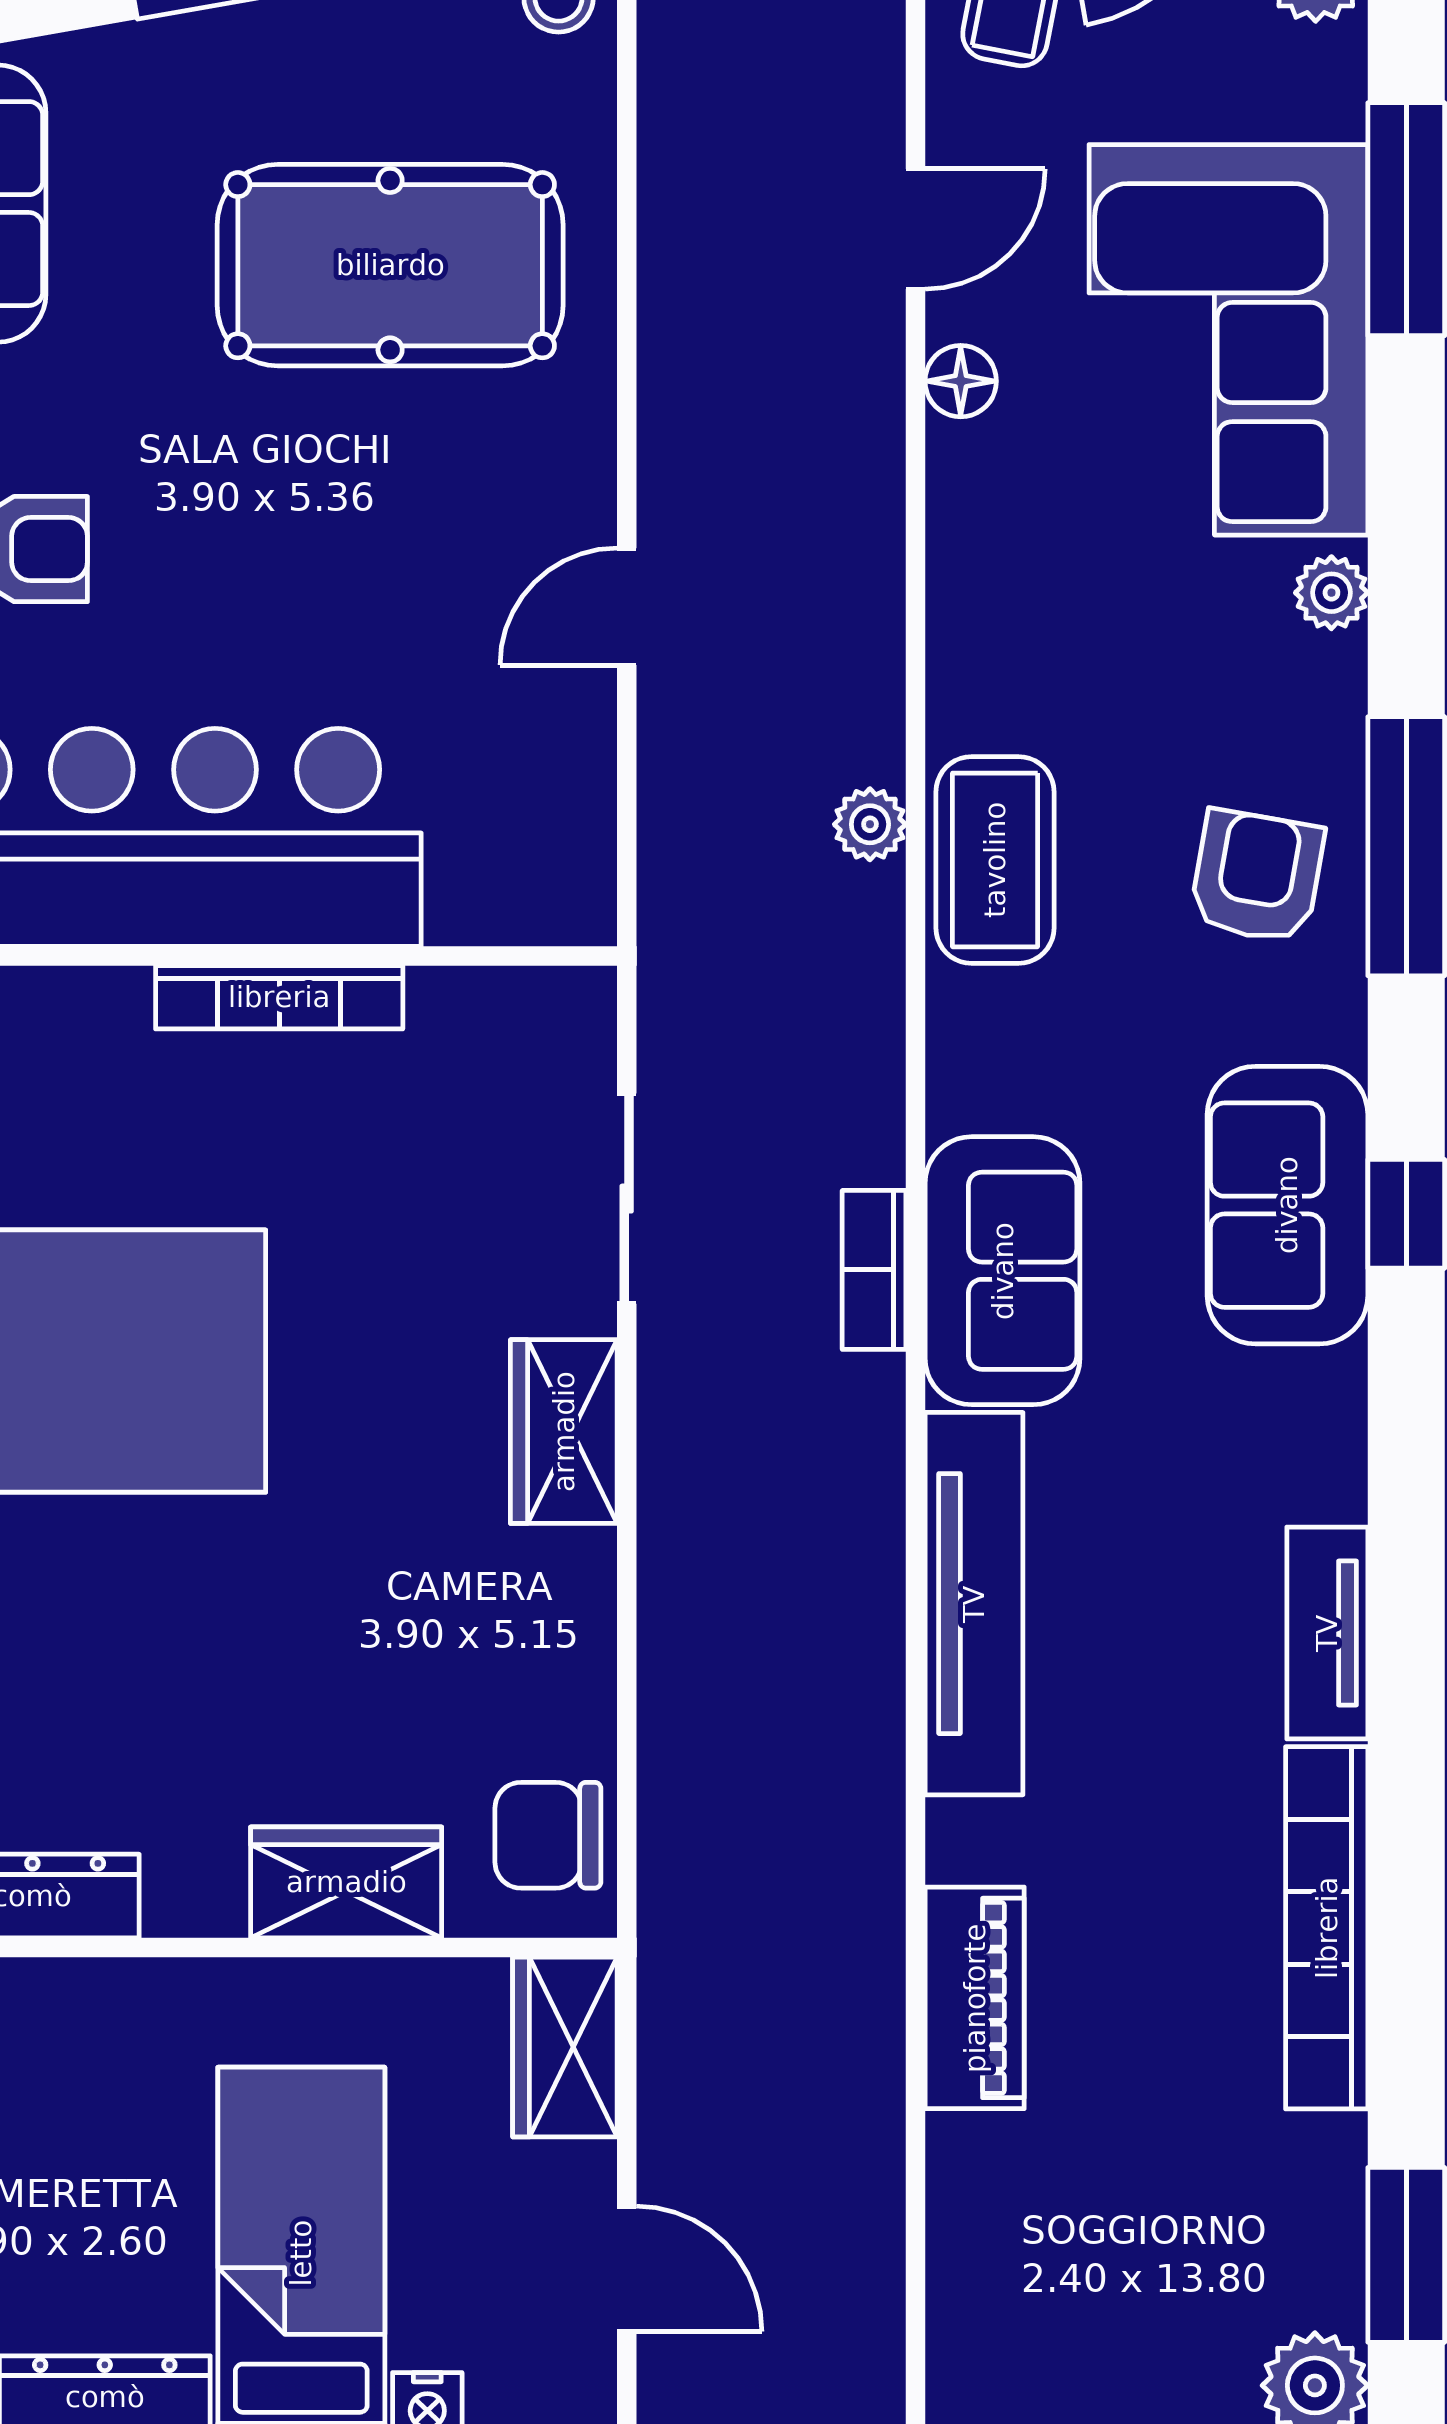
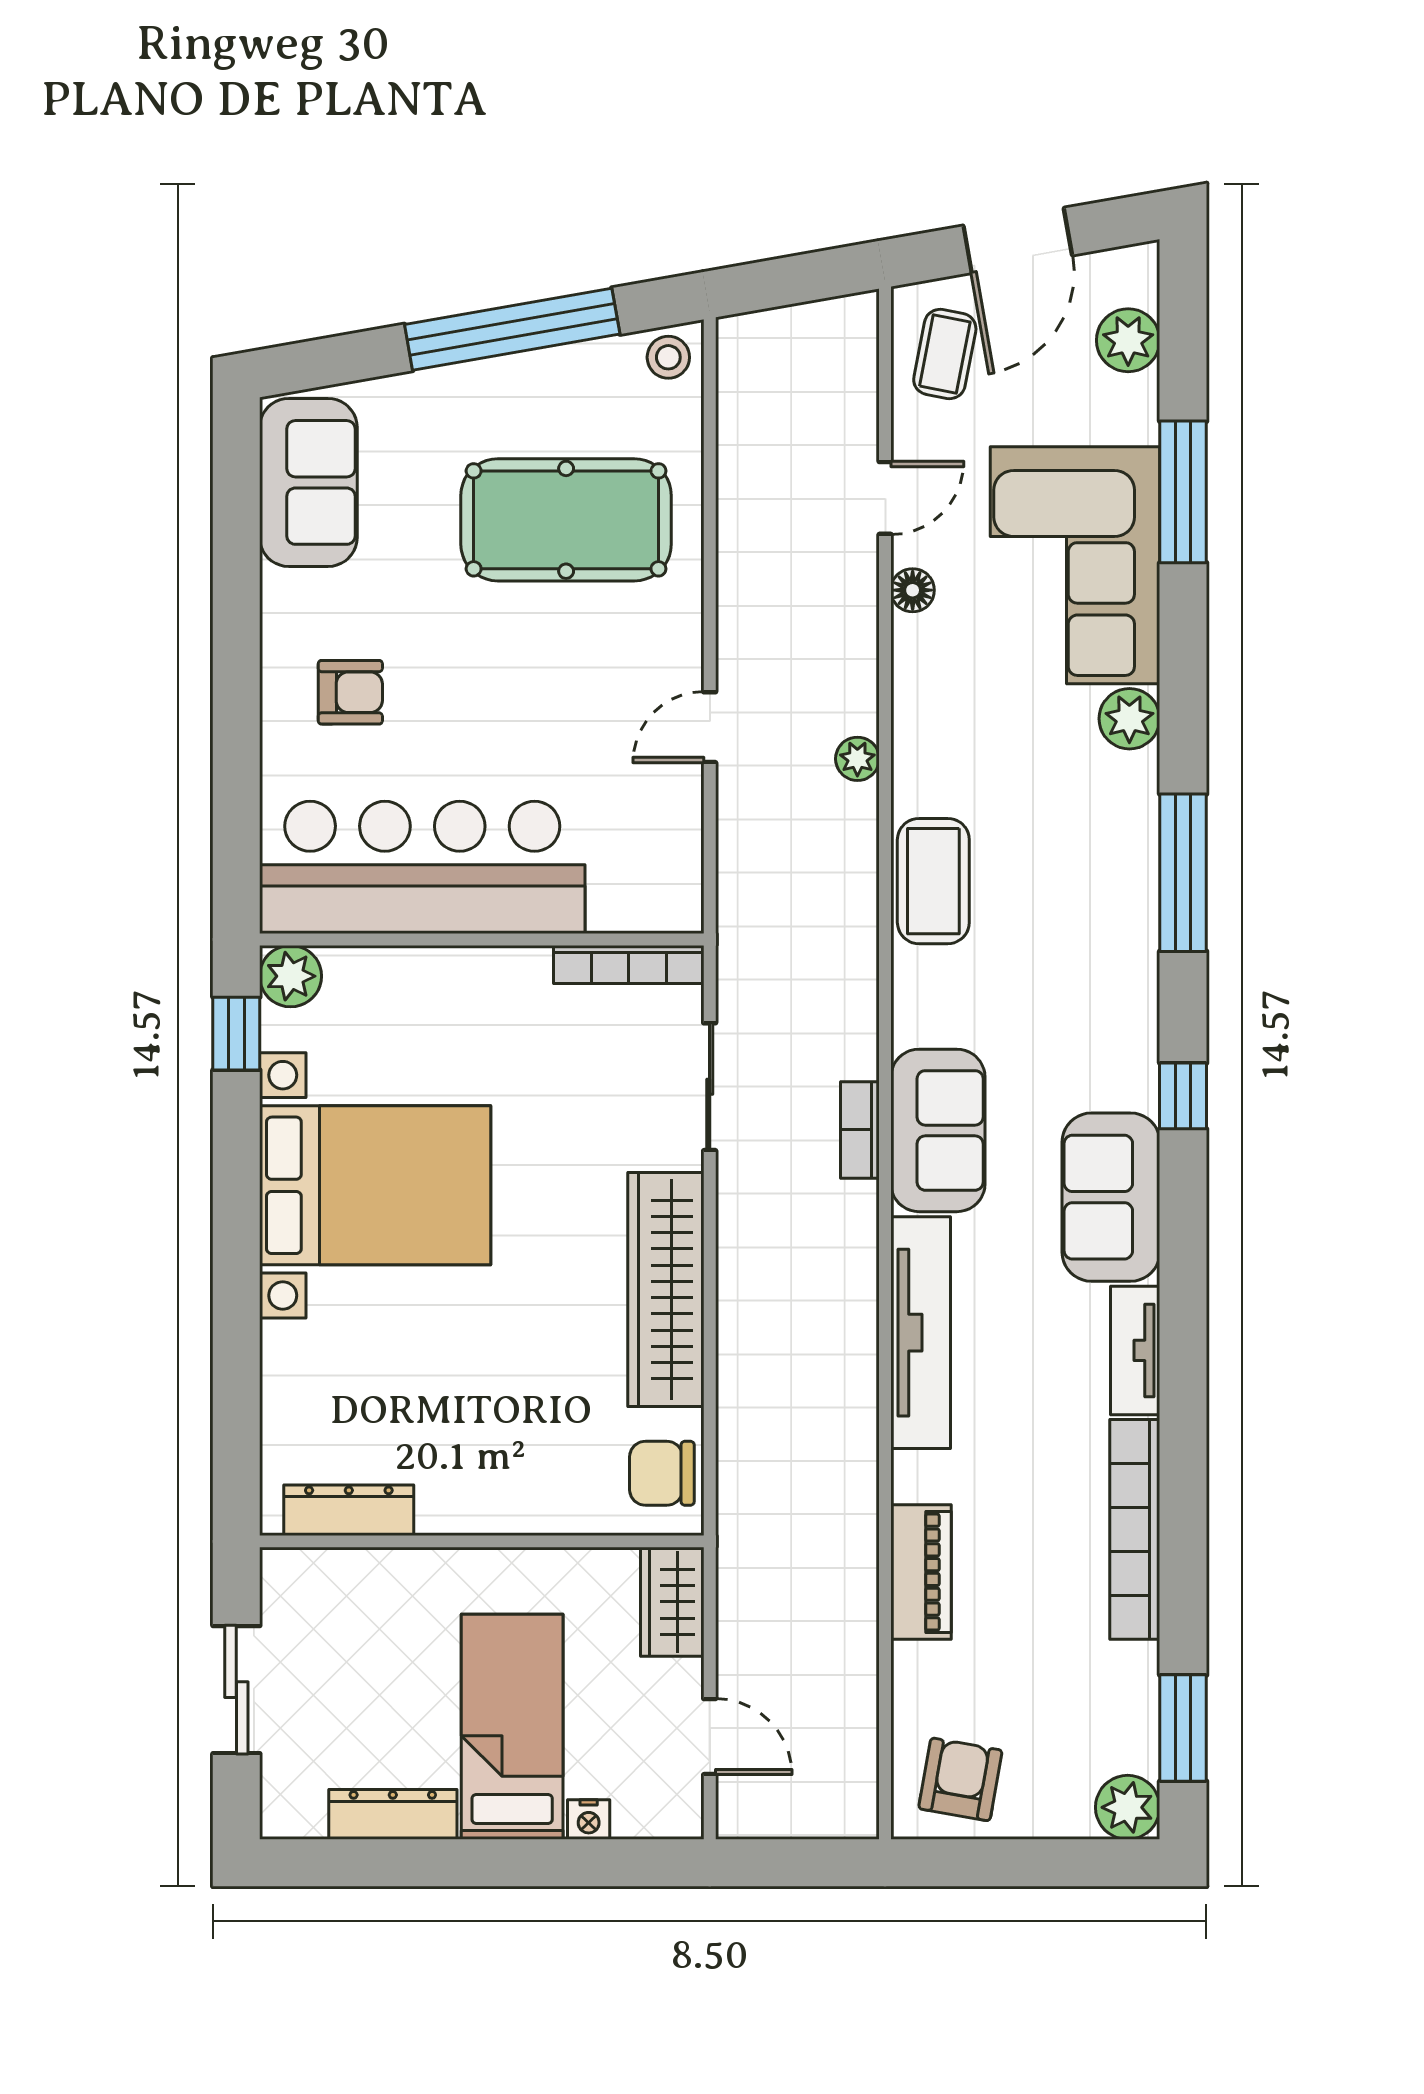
plant: (1331, 593) -> (1129, 719), width x1.38, depth x1.38
plant: (870, 824) -> (857, 759), moved
armchair: (1257, 876) -> (960, 1779), moved
bookcase: (279, 997) -> (629, 964), moved
sofa: (1287, 1205) -> (1111, 1197), moved
wardrobe: (564, 1432) -> (666, 1290), width x2.10, depth x1.17
wardrobe: (346, 1882) -> (539, 1502), removed

